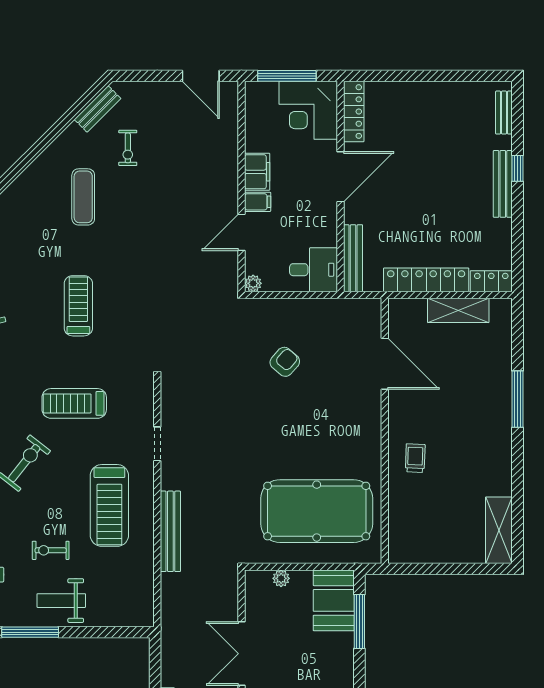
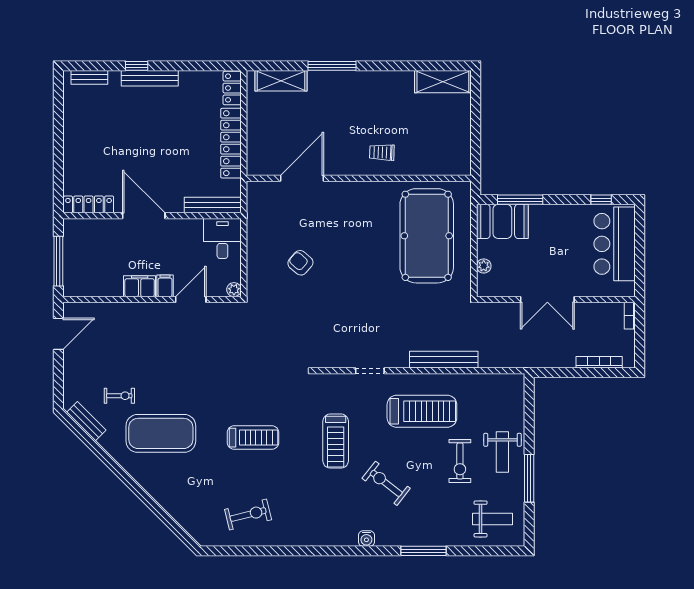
corner desk: (308, 110) -> (87, 243), removed
exercise mat: (83, 197) -> (161, 433), width x2.00, depth x1.45
door: (241, 232) -> (191, 299), swing flipped
treadmill: (78, 306) -> (253, 438), turned 180
shelving: (458, 310) -> (281, 81), moved, turned 90
exercise bike: (51, 550) -> (460, 461), width x1.38, depth x1.39

